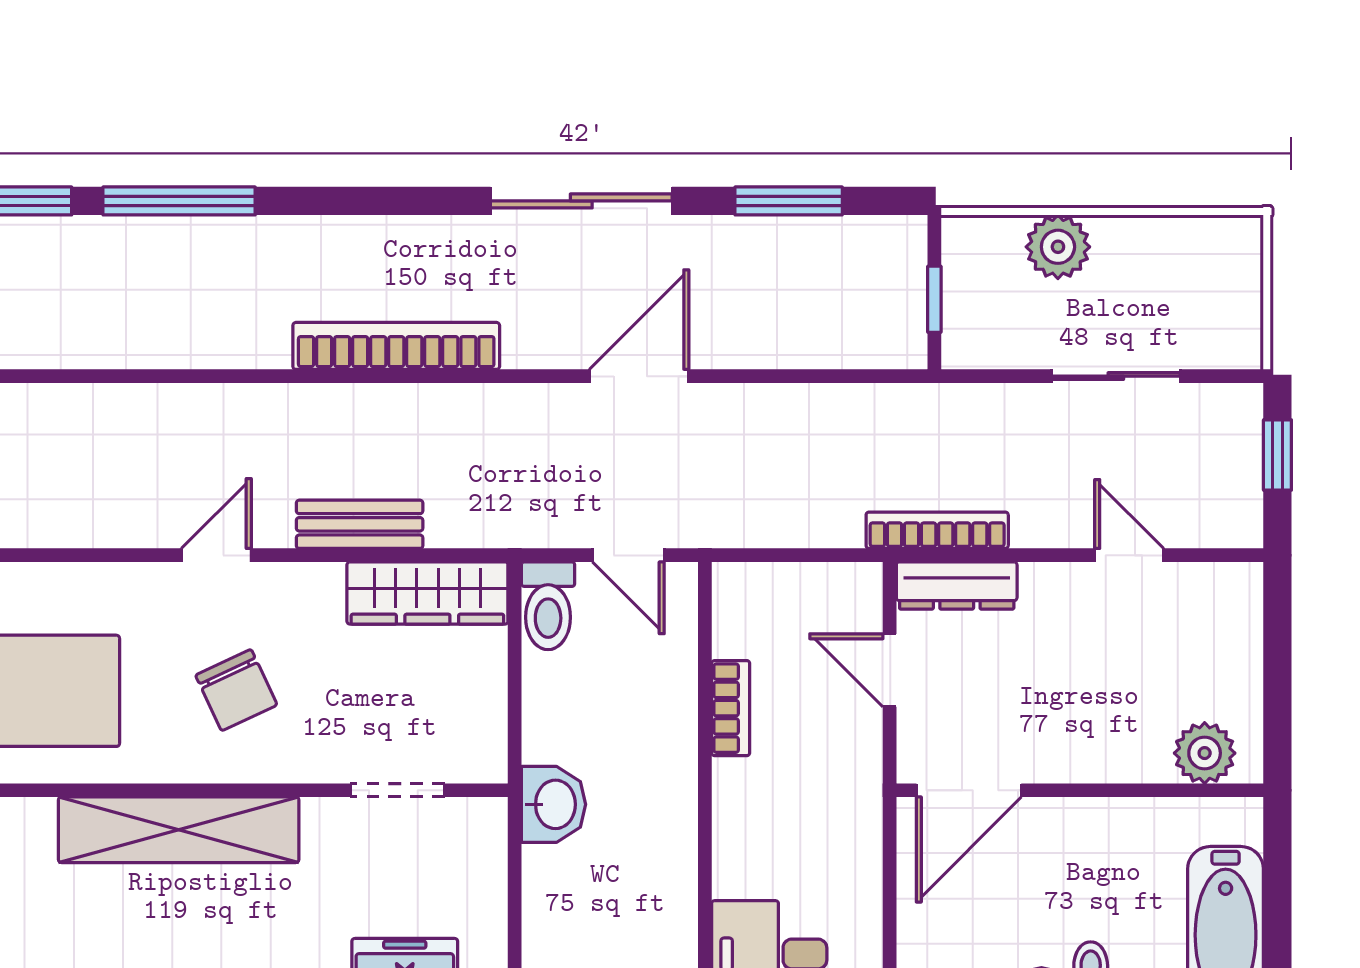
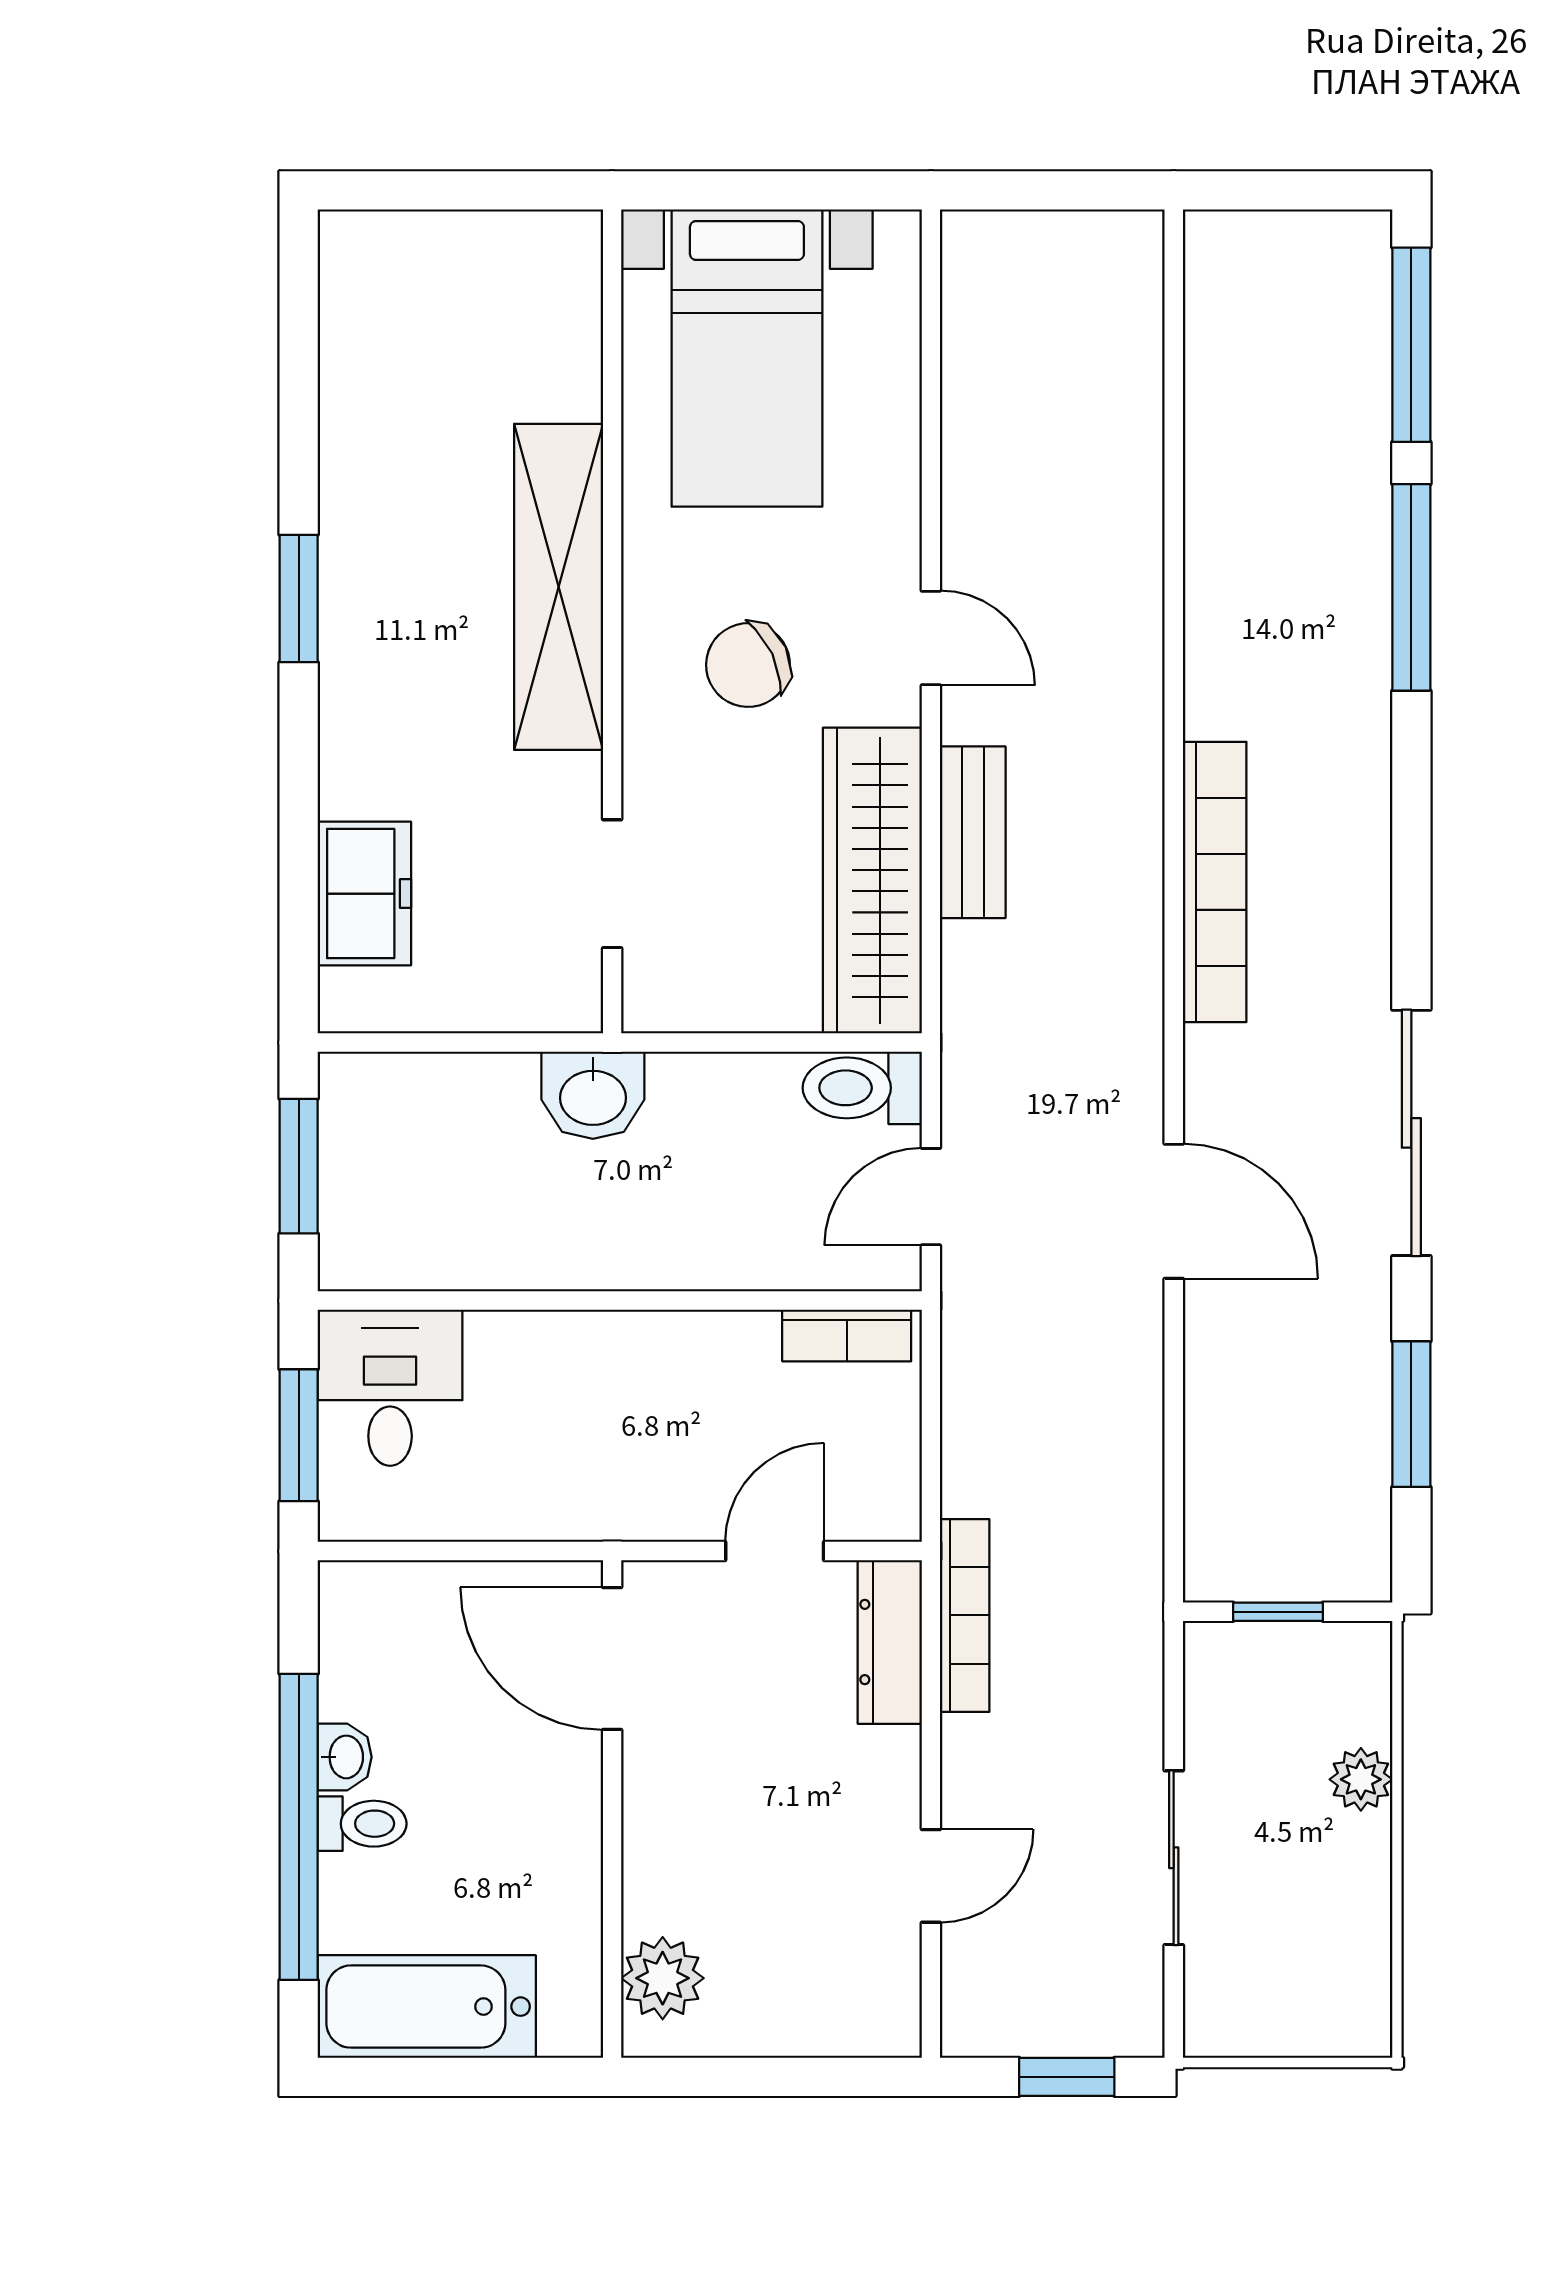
plant: (1058, 247) -> (1361, 1779), width x0.73, depth x0.73
wardrobe: (427, 593) -> (872, 881), width x1.40, depth x1.17
bookcase: (731, 708) -> (847, 1335), moved

